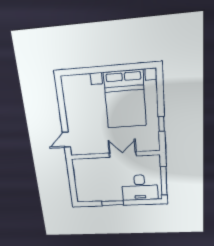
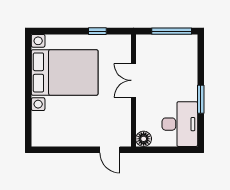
floor lamp: (78, 164) -> (144, 139), added
desk: (140, 188) -> (180, 124), moved

